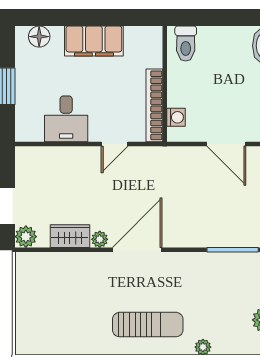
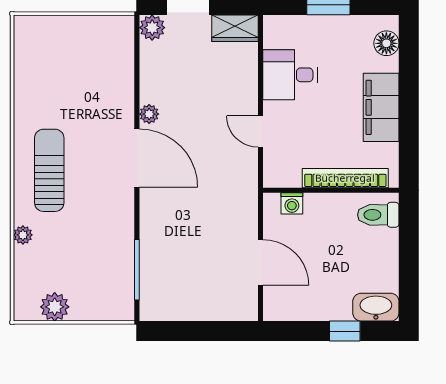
bookcase: (154, 105) -> (345, 178), moved
door: (226, 144) -> (261, 262), swing flipped
wardrobe: (70, 236) -> (235, 28), moved, turned 90
sun lounger: (148, 325) -> (49, 170), turned 180

